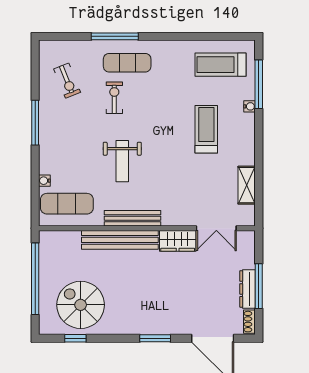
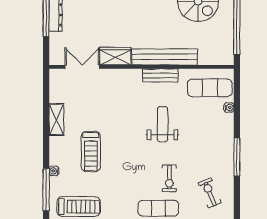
shelving: (247, 185) -> (56, 119), moved
bench: (133, 218) -> (160, 75), width x0.73

